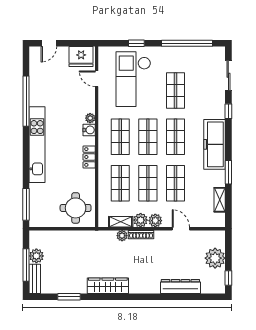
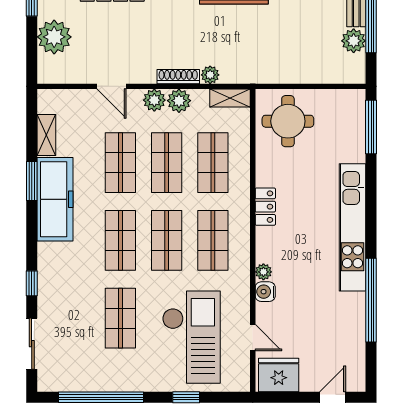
water cooler: (89, 130) -> (265, 292), moved
freezer: (215, 144) -> (55, 199), moved
shelving: (121, 222) -> (230, 98), moved

